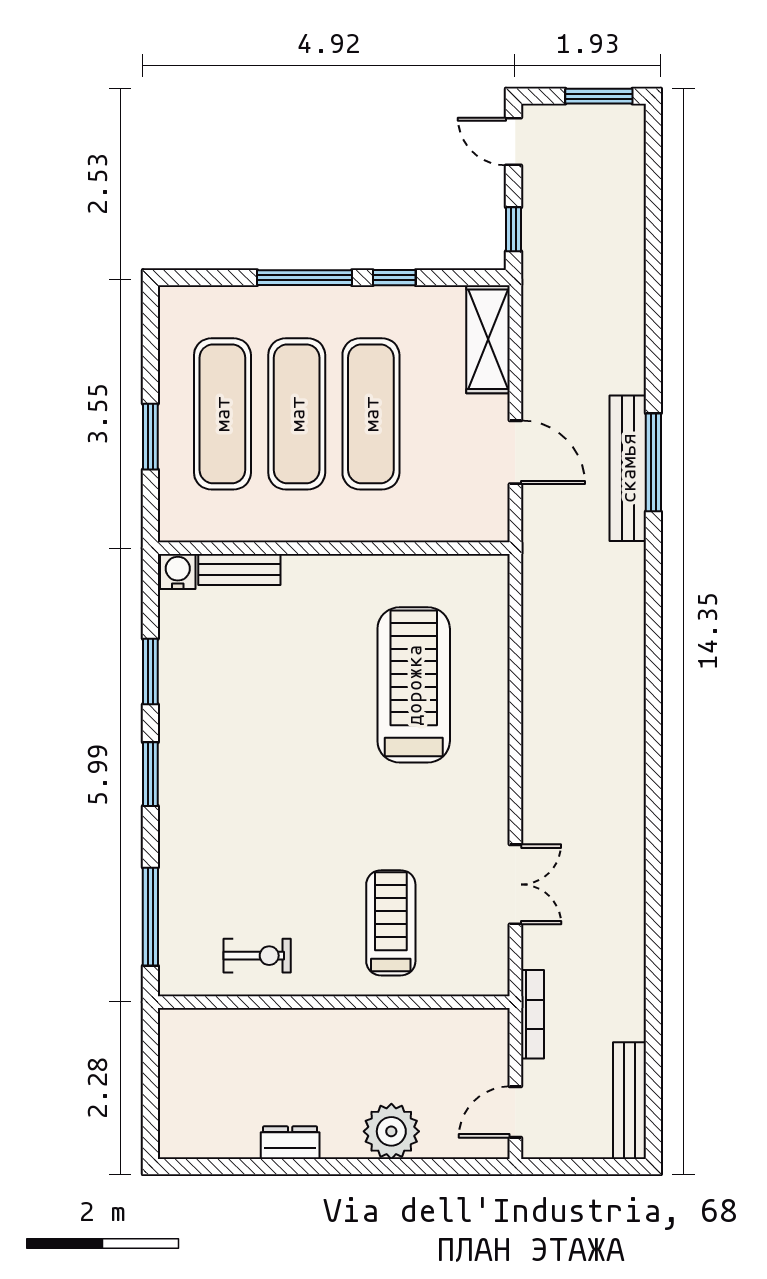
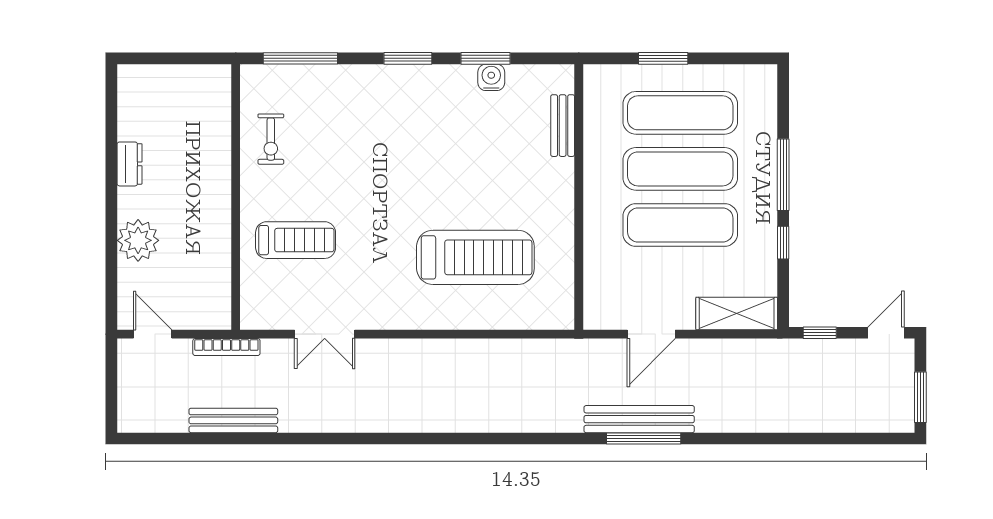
water cooler: (178, 571) -> (491, 77), moved, turned -90
bench: (629, 1101) -> (233, 420), moved

